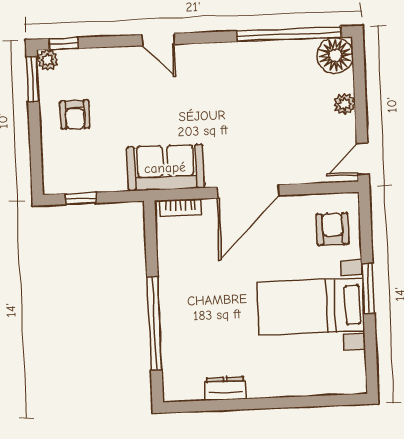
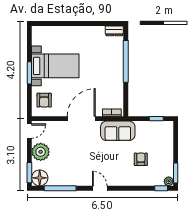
window: (289, 34) -> (60, 188), width x0.68
door: (158, 40) -> (100, 188), moved
window: (359, 66) -> (29, 173), added
plant: (345, 104) -> (41, 152), width x1.88, depth x1.88
armchair: (75, 115) -> (141, 159), moved
dresser: (225, 389) -> (114, 31), moved

